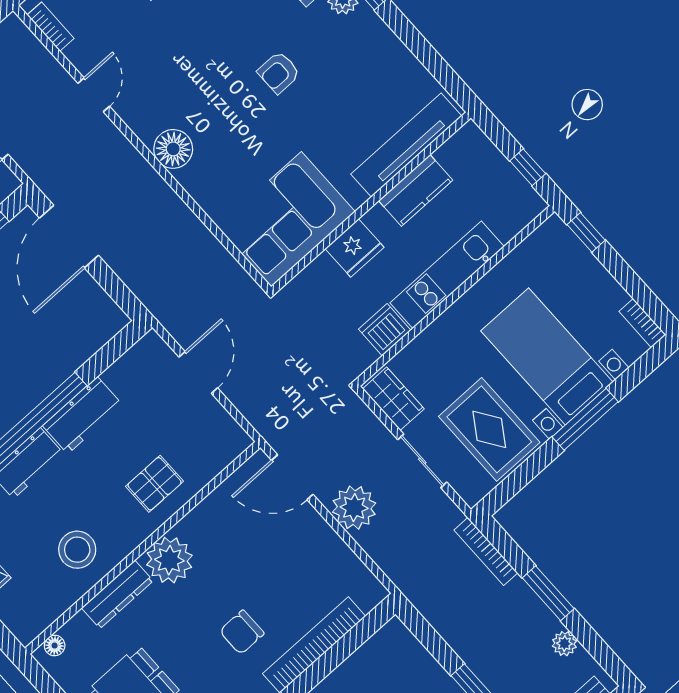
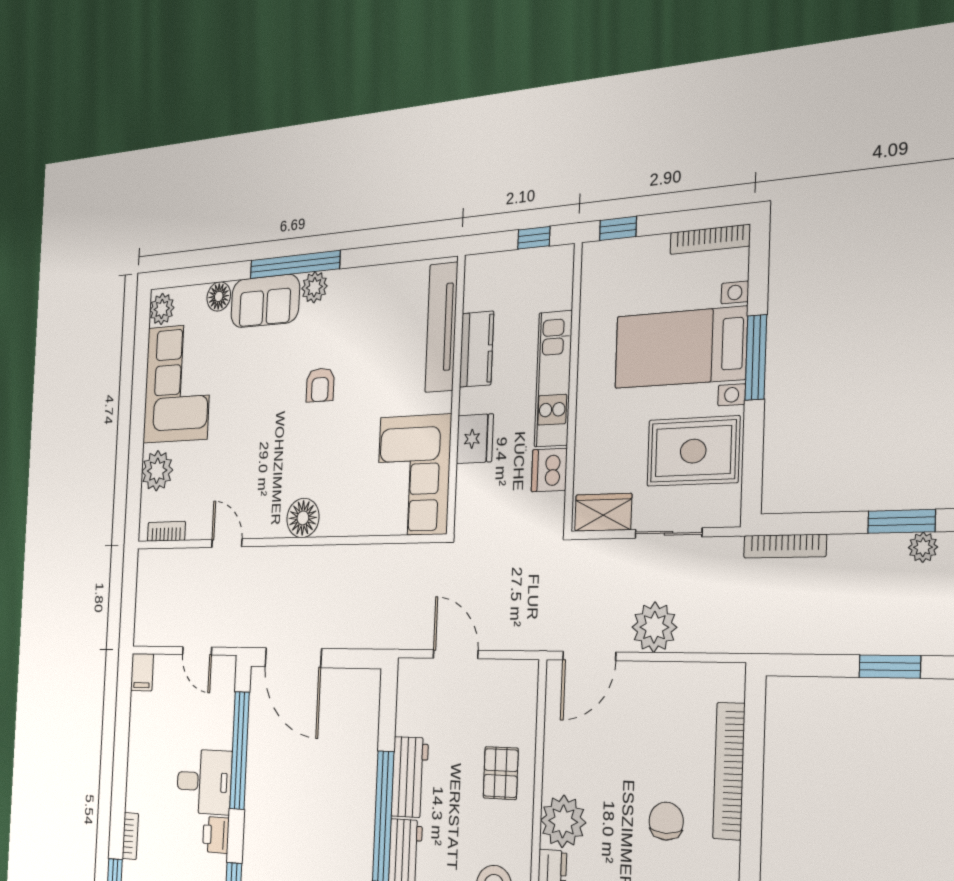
bookcase: (642, 323) -> (710, 239), width x1.56
window: (548, 593) -> (901, 521), moved
chair: (242, 632) -> (666, 821), turned 180

